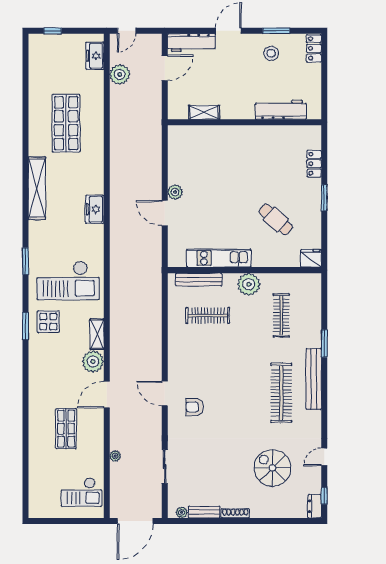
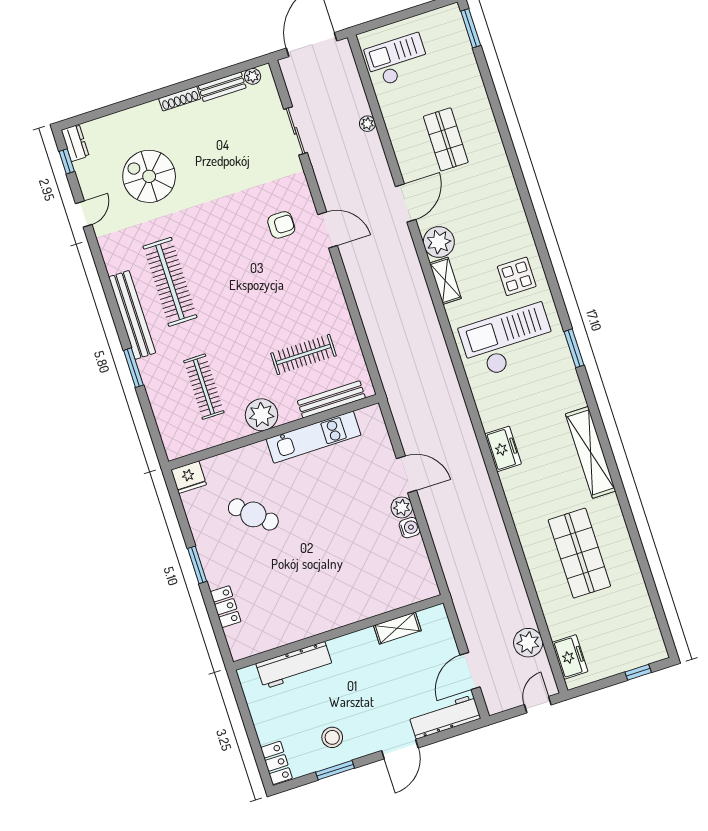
water cooler: (174, 177) -> (410, 528), added
window: (25, 326) -> (471, 28), moved
spiral stairs: (272, 468) -> (149, 176), turned 180

